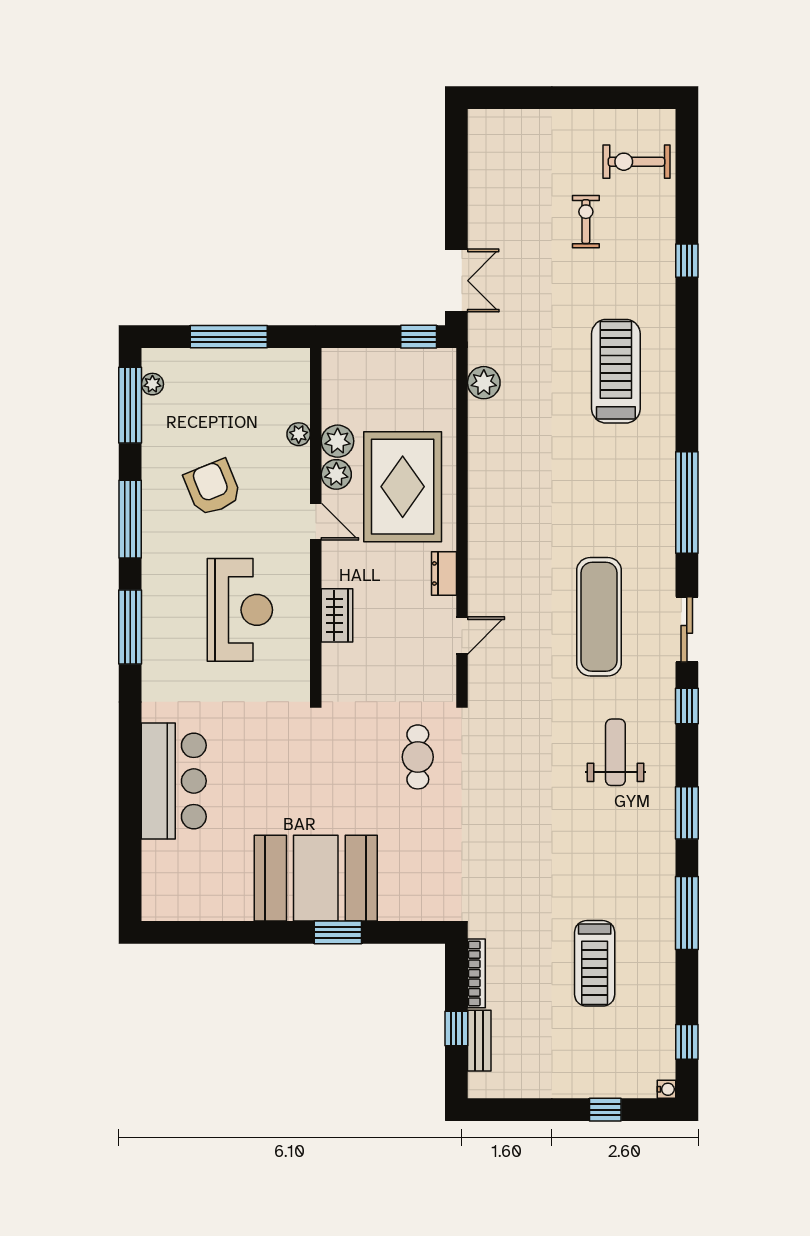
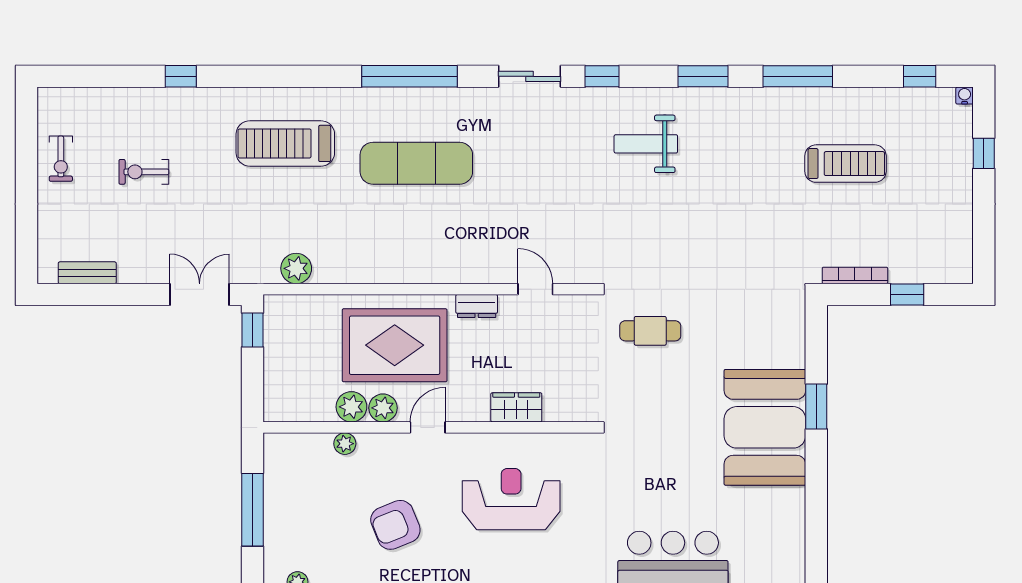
exercise bike: (636, 162) -> (61, 159), moved, width x0.73, depth x0.72
exercise mat: (599, 617) -> (416, 163), moved
bench: (479, 1041) -> (87, 273), moved

